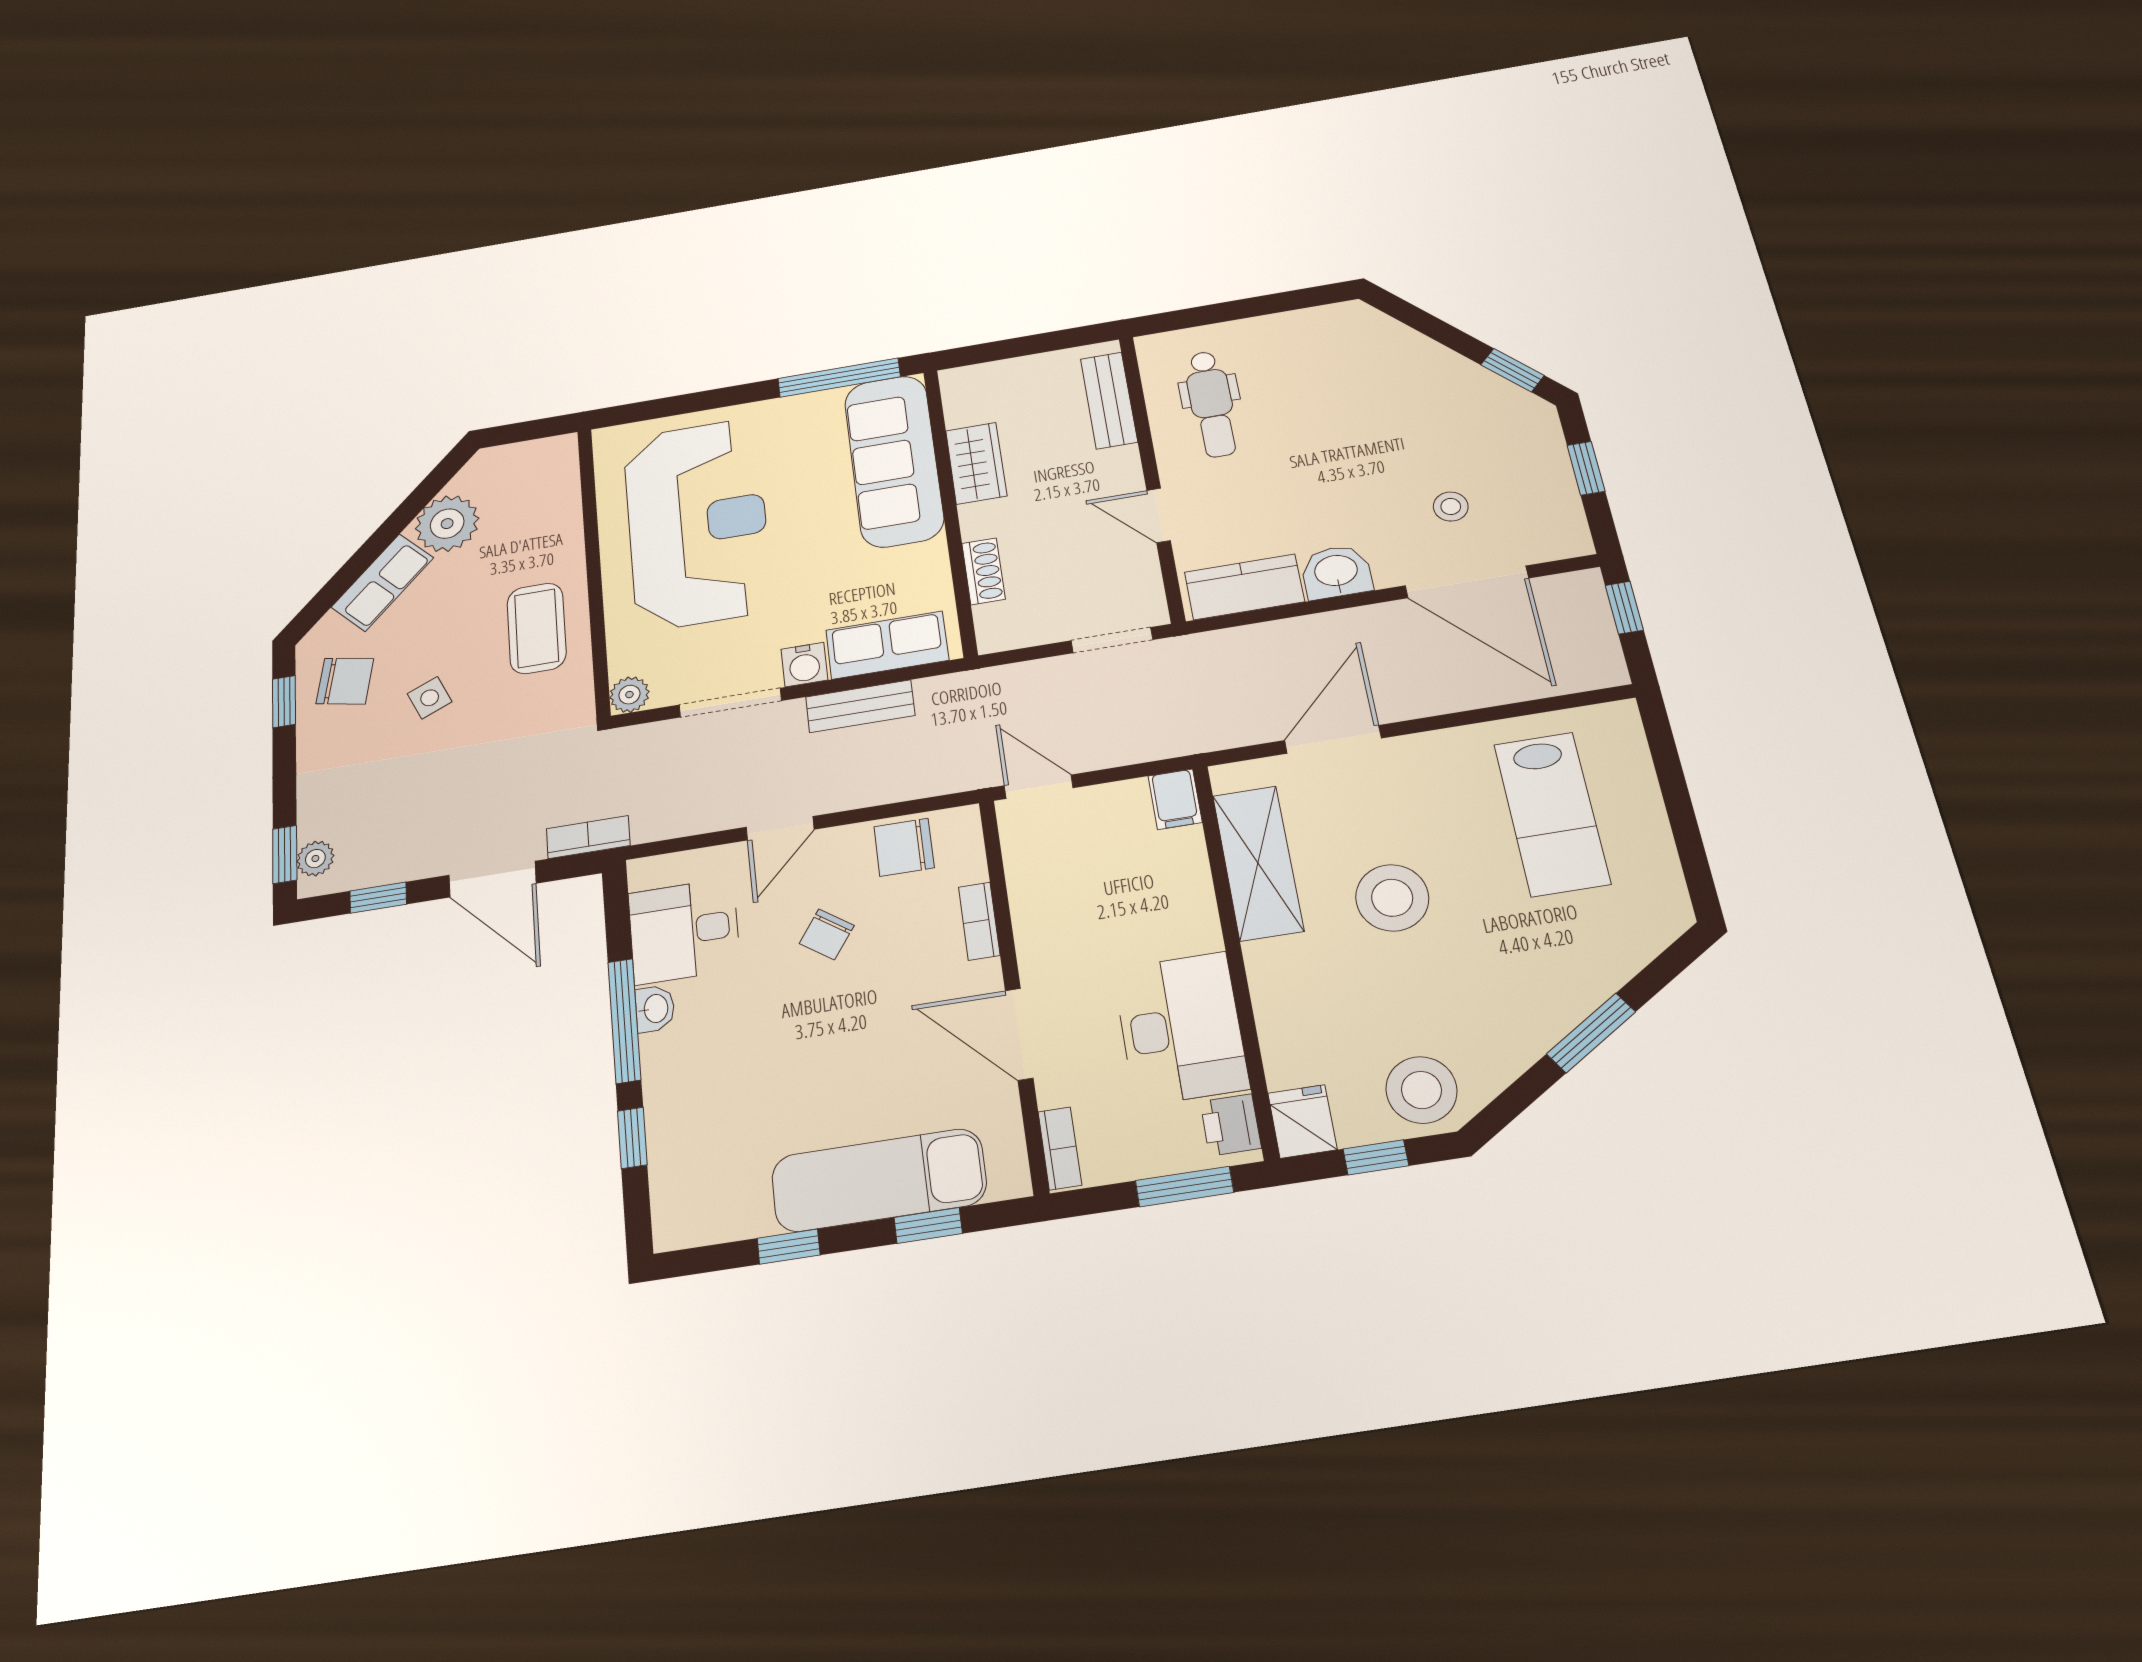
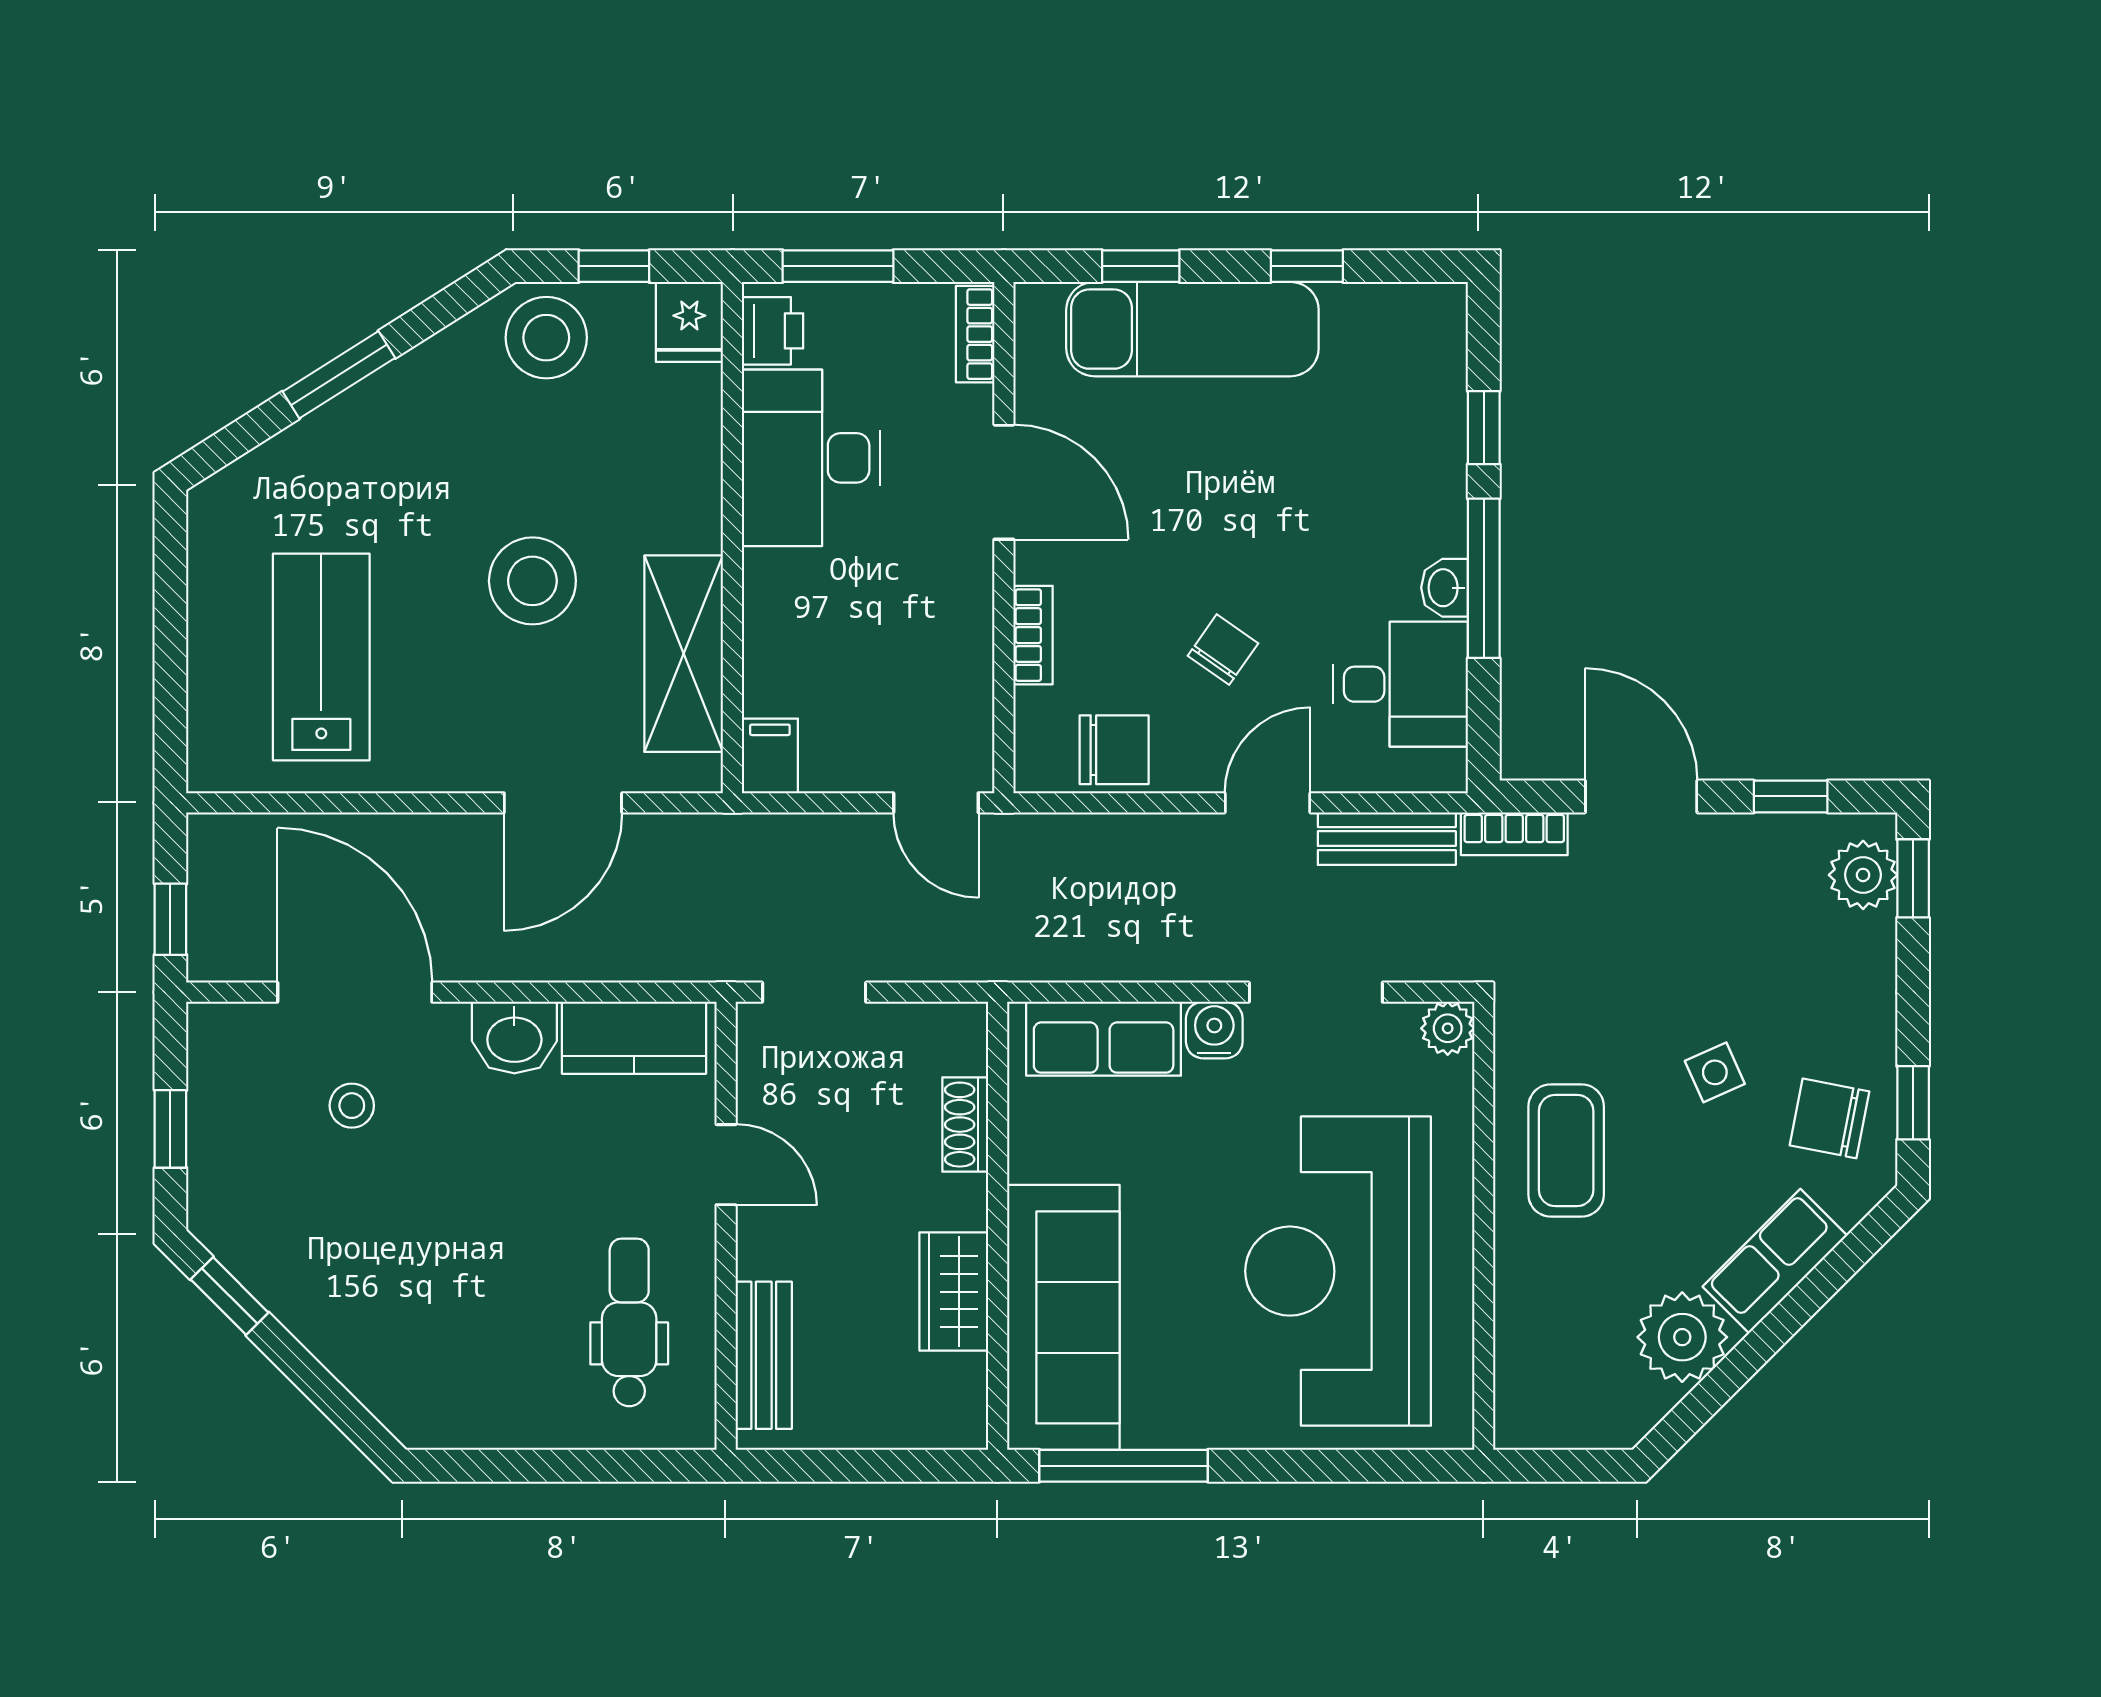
bench: (860, 706) -> (1387, 839), moved
plant: (315, 859) -> (1863, 875), width x1.38, depth x1.38

